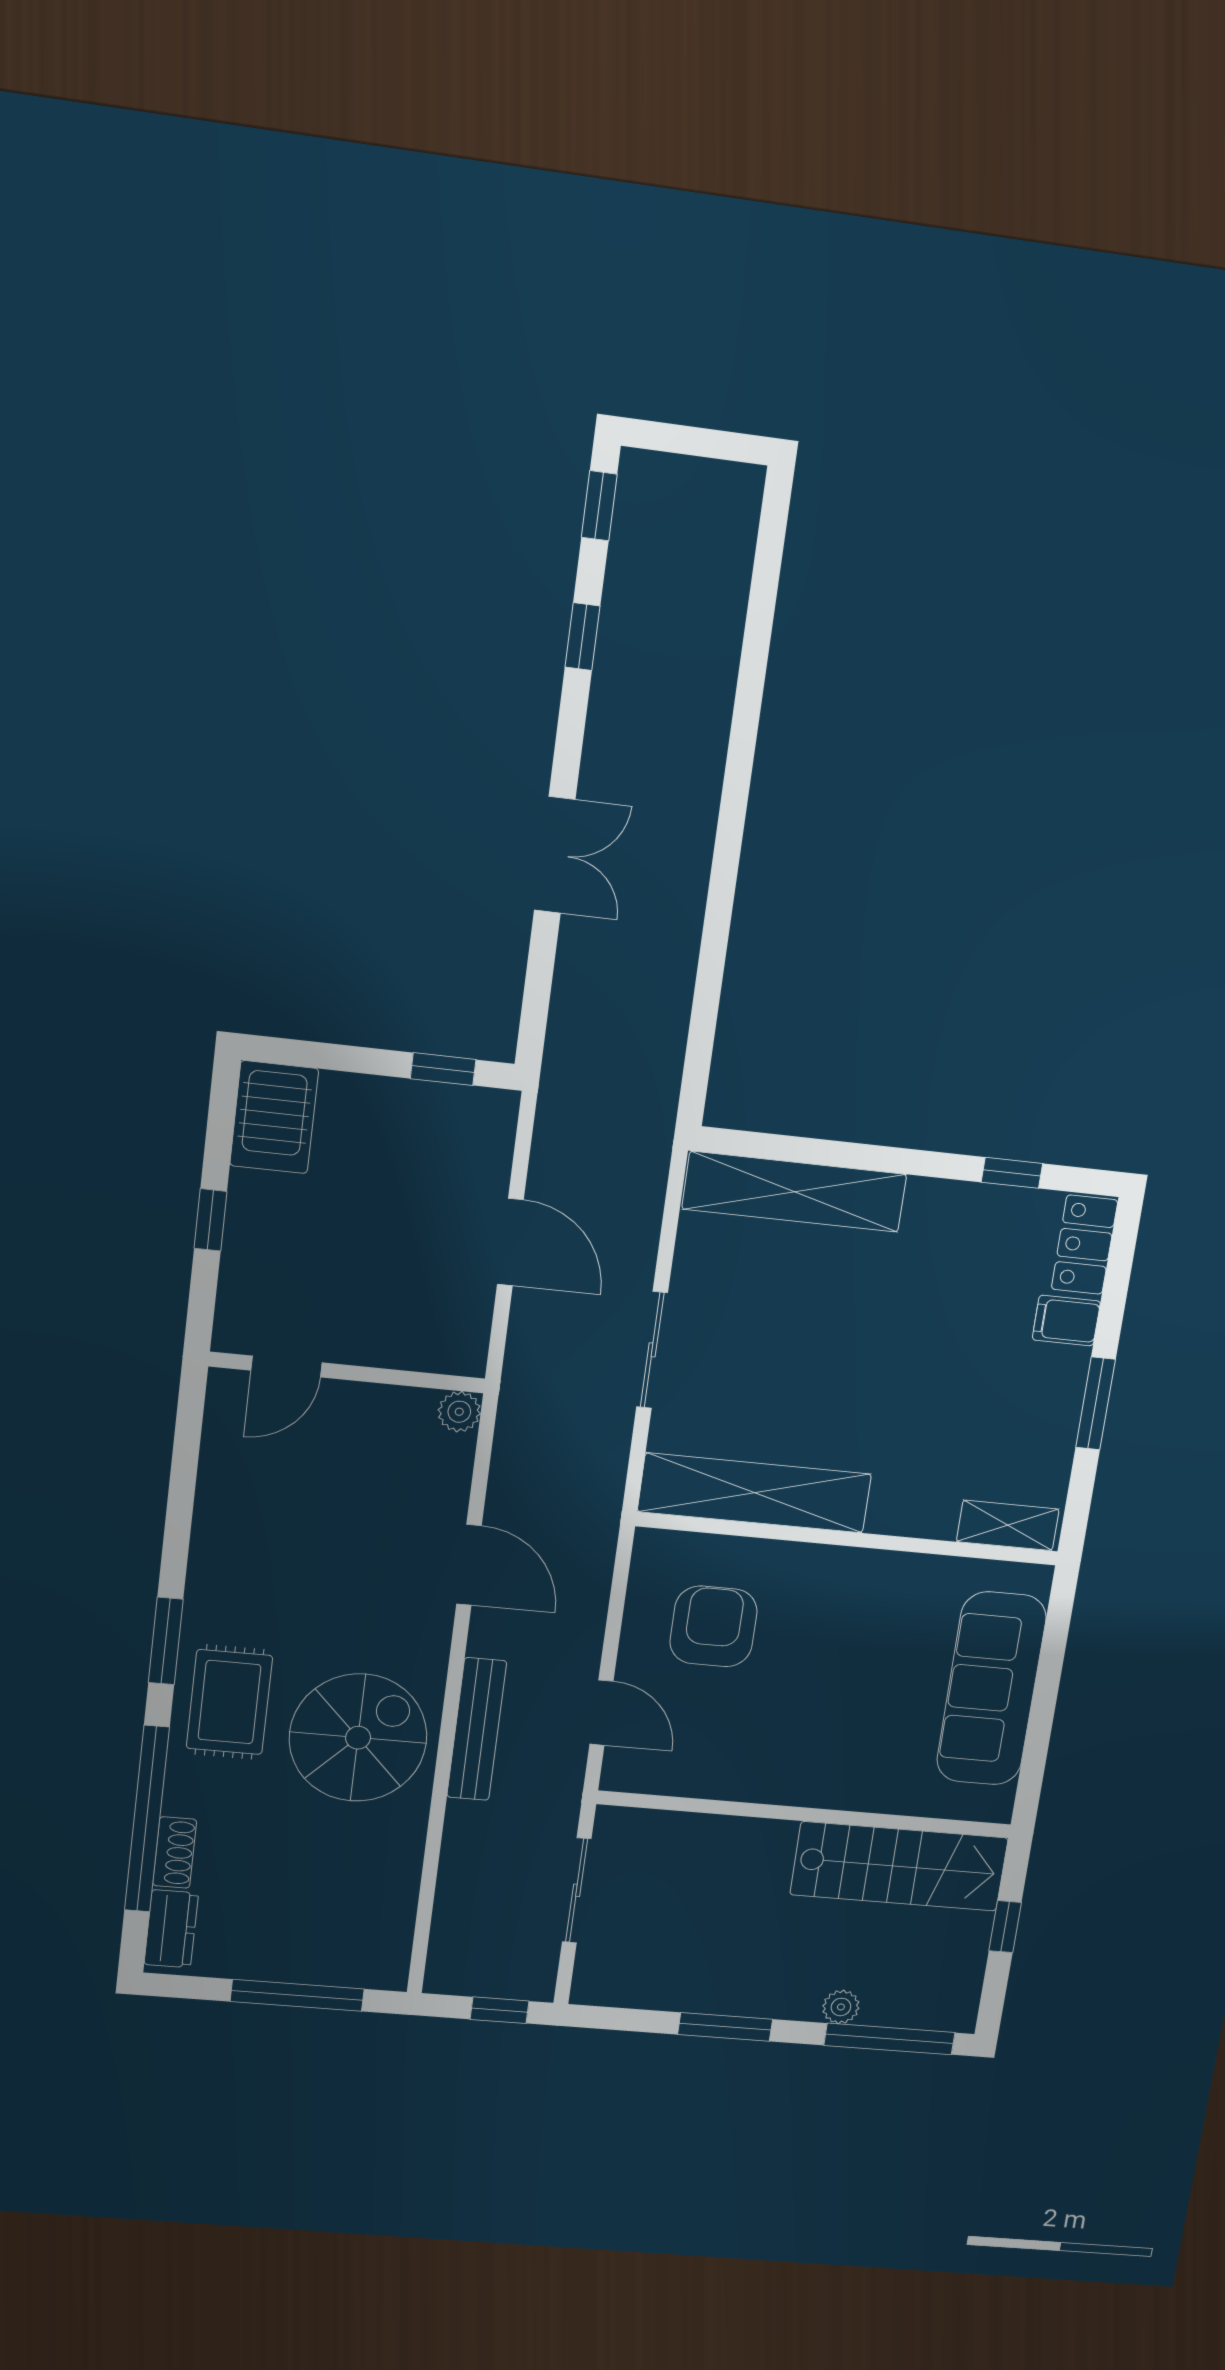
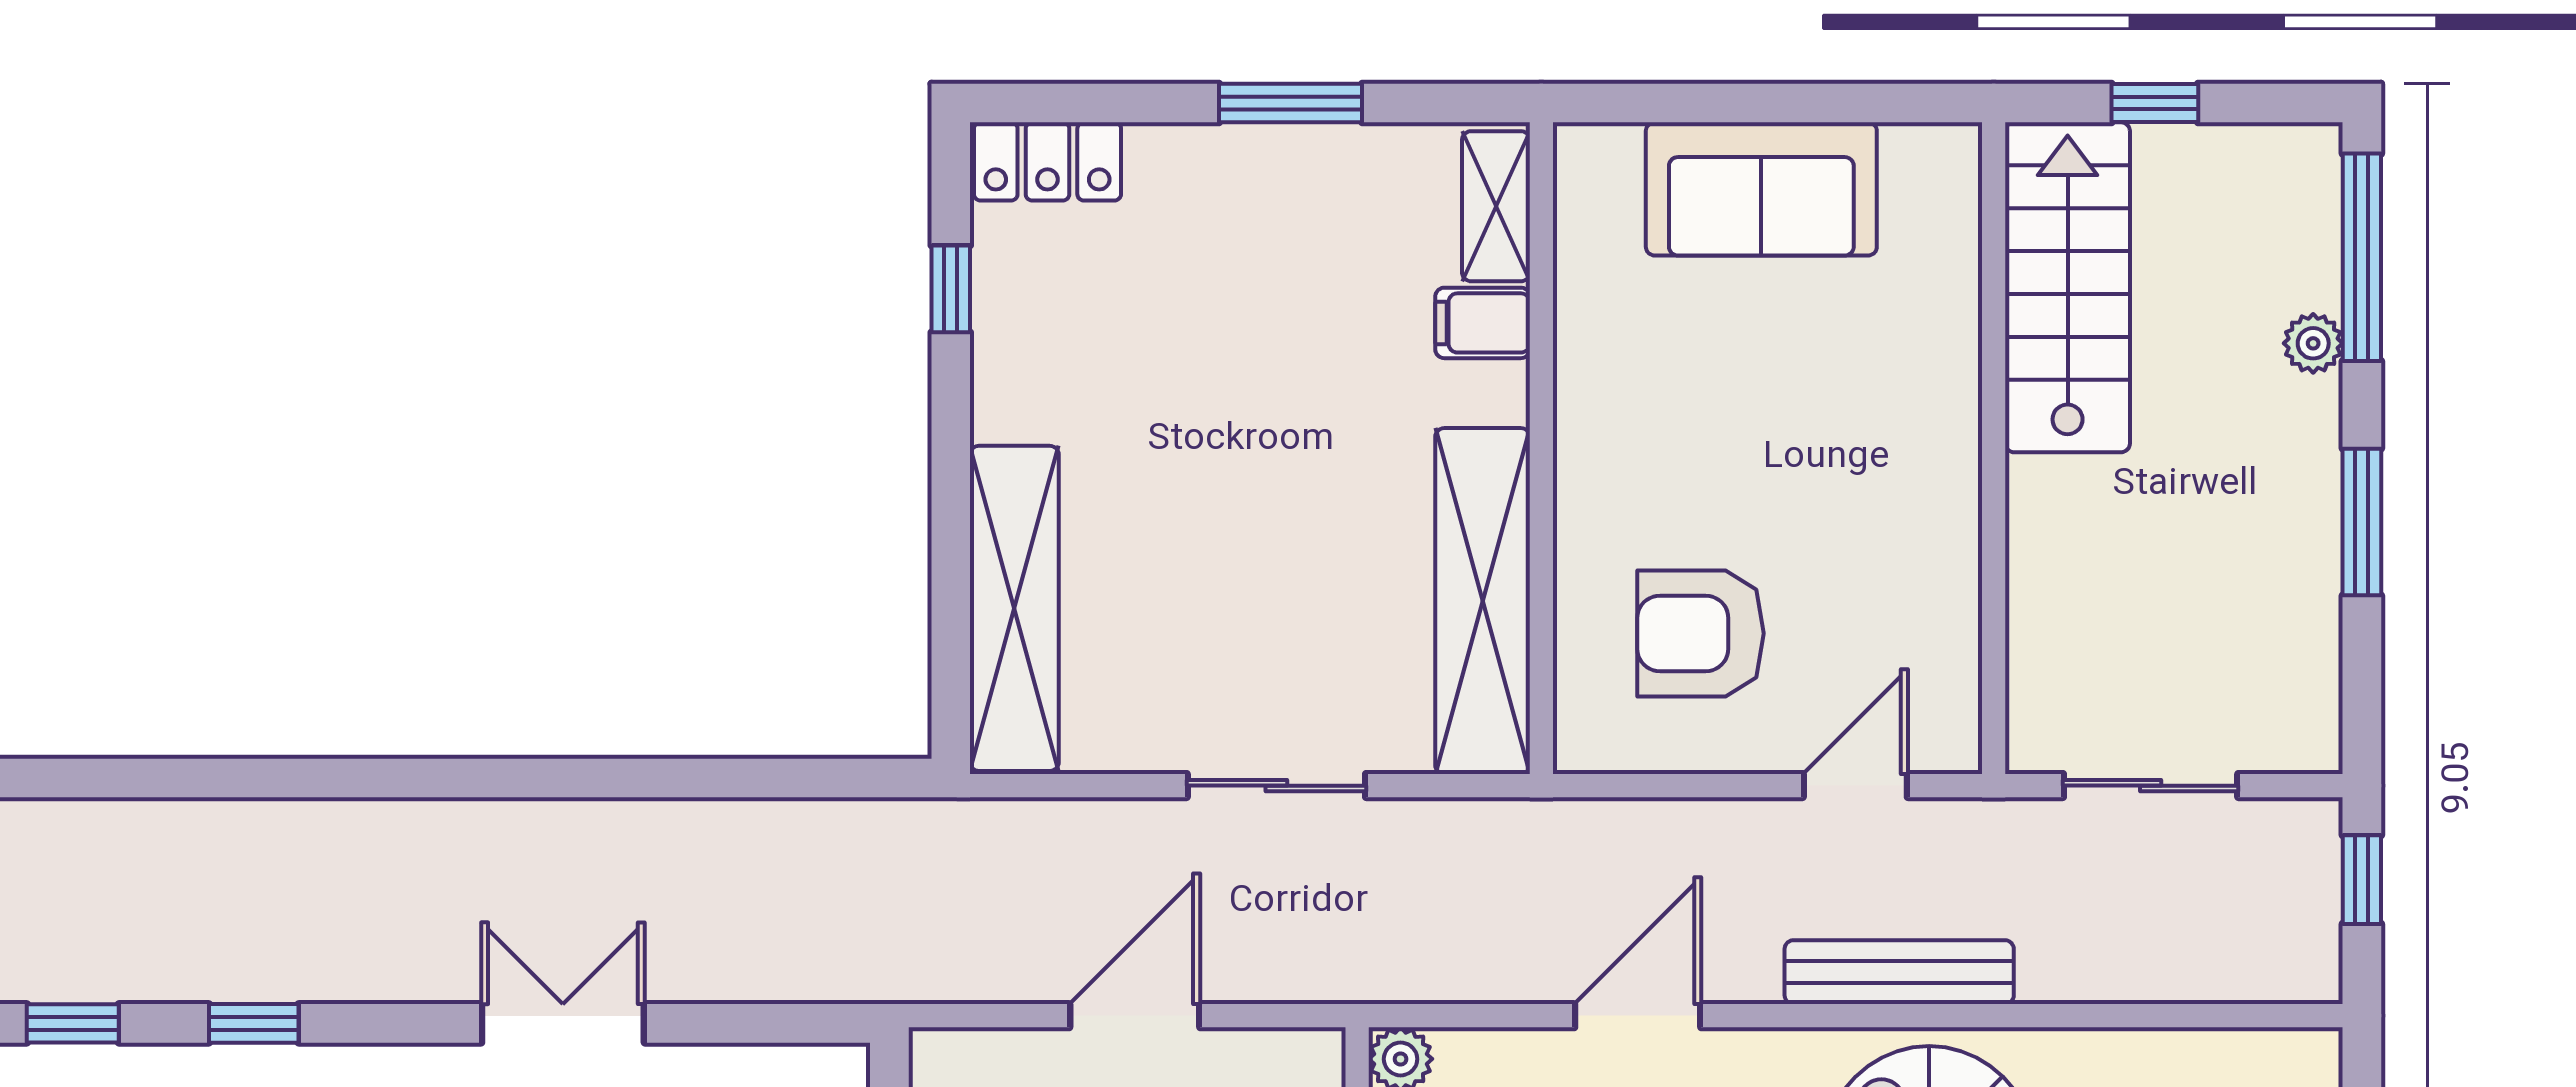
filing cabinet: (1066, 1321) -> (1483, 323), moved, turned 90
sofa: (991, 1689) -> (1761, 189), width x0.73

